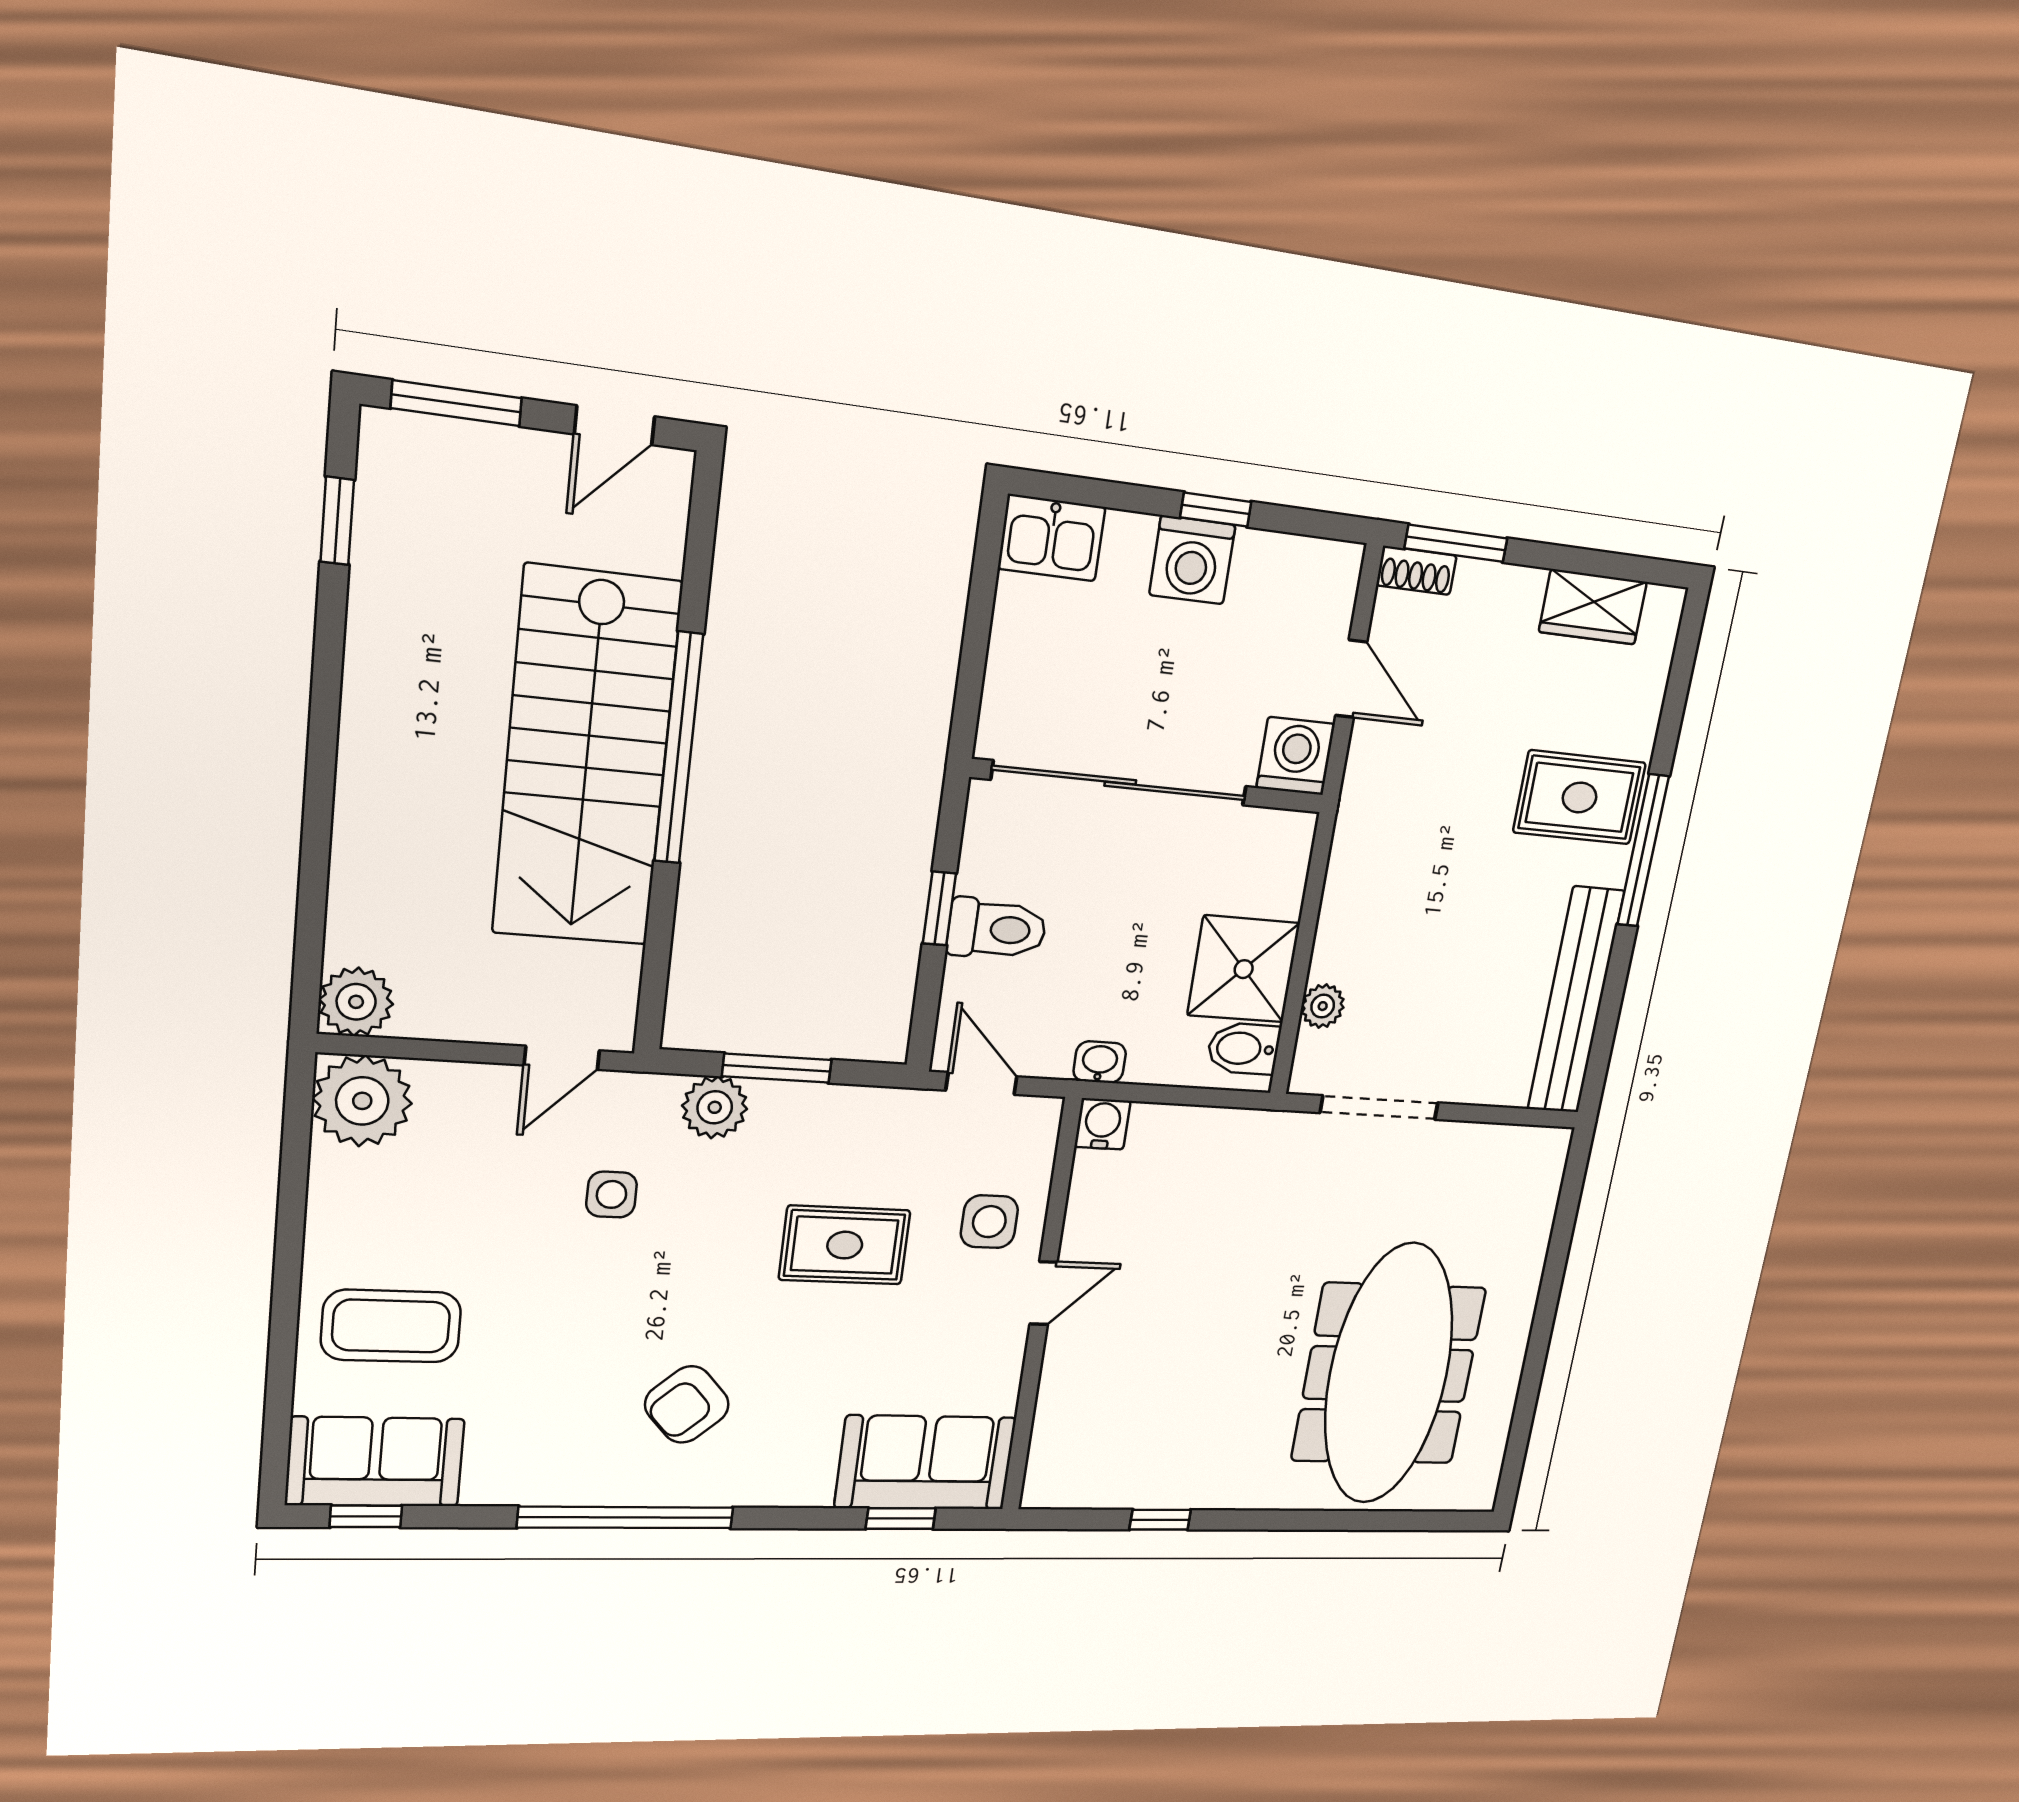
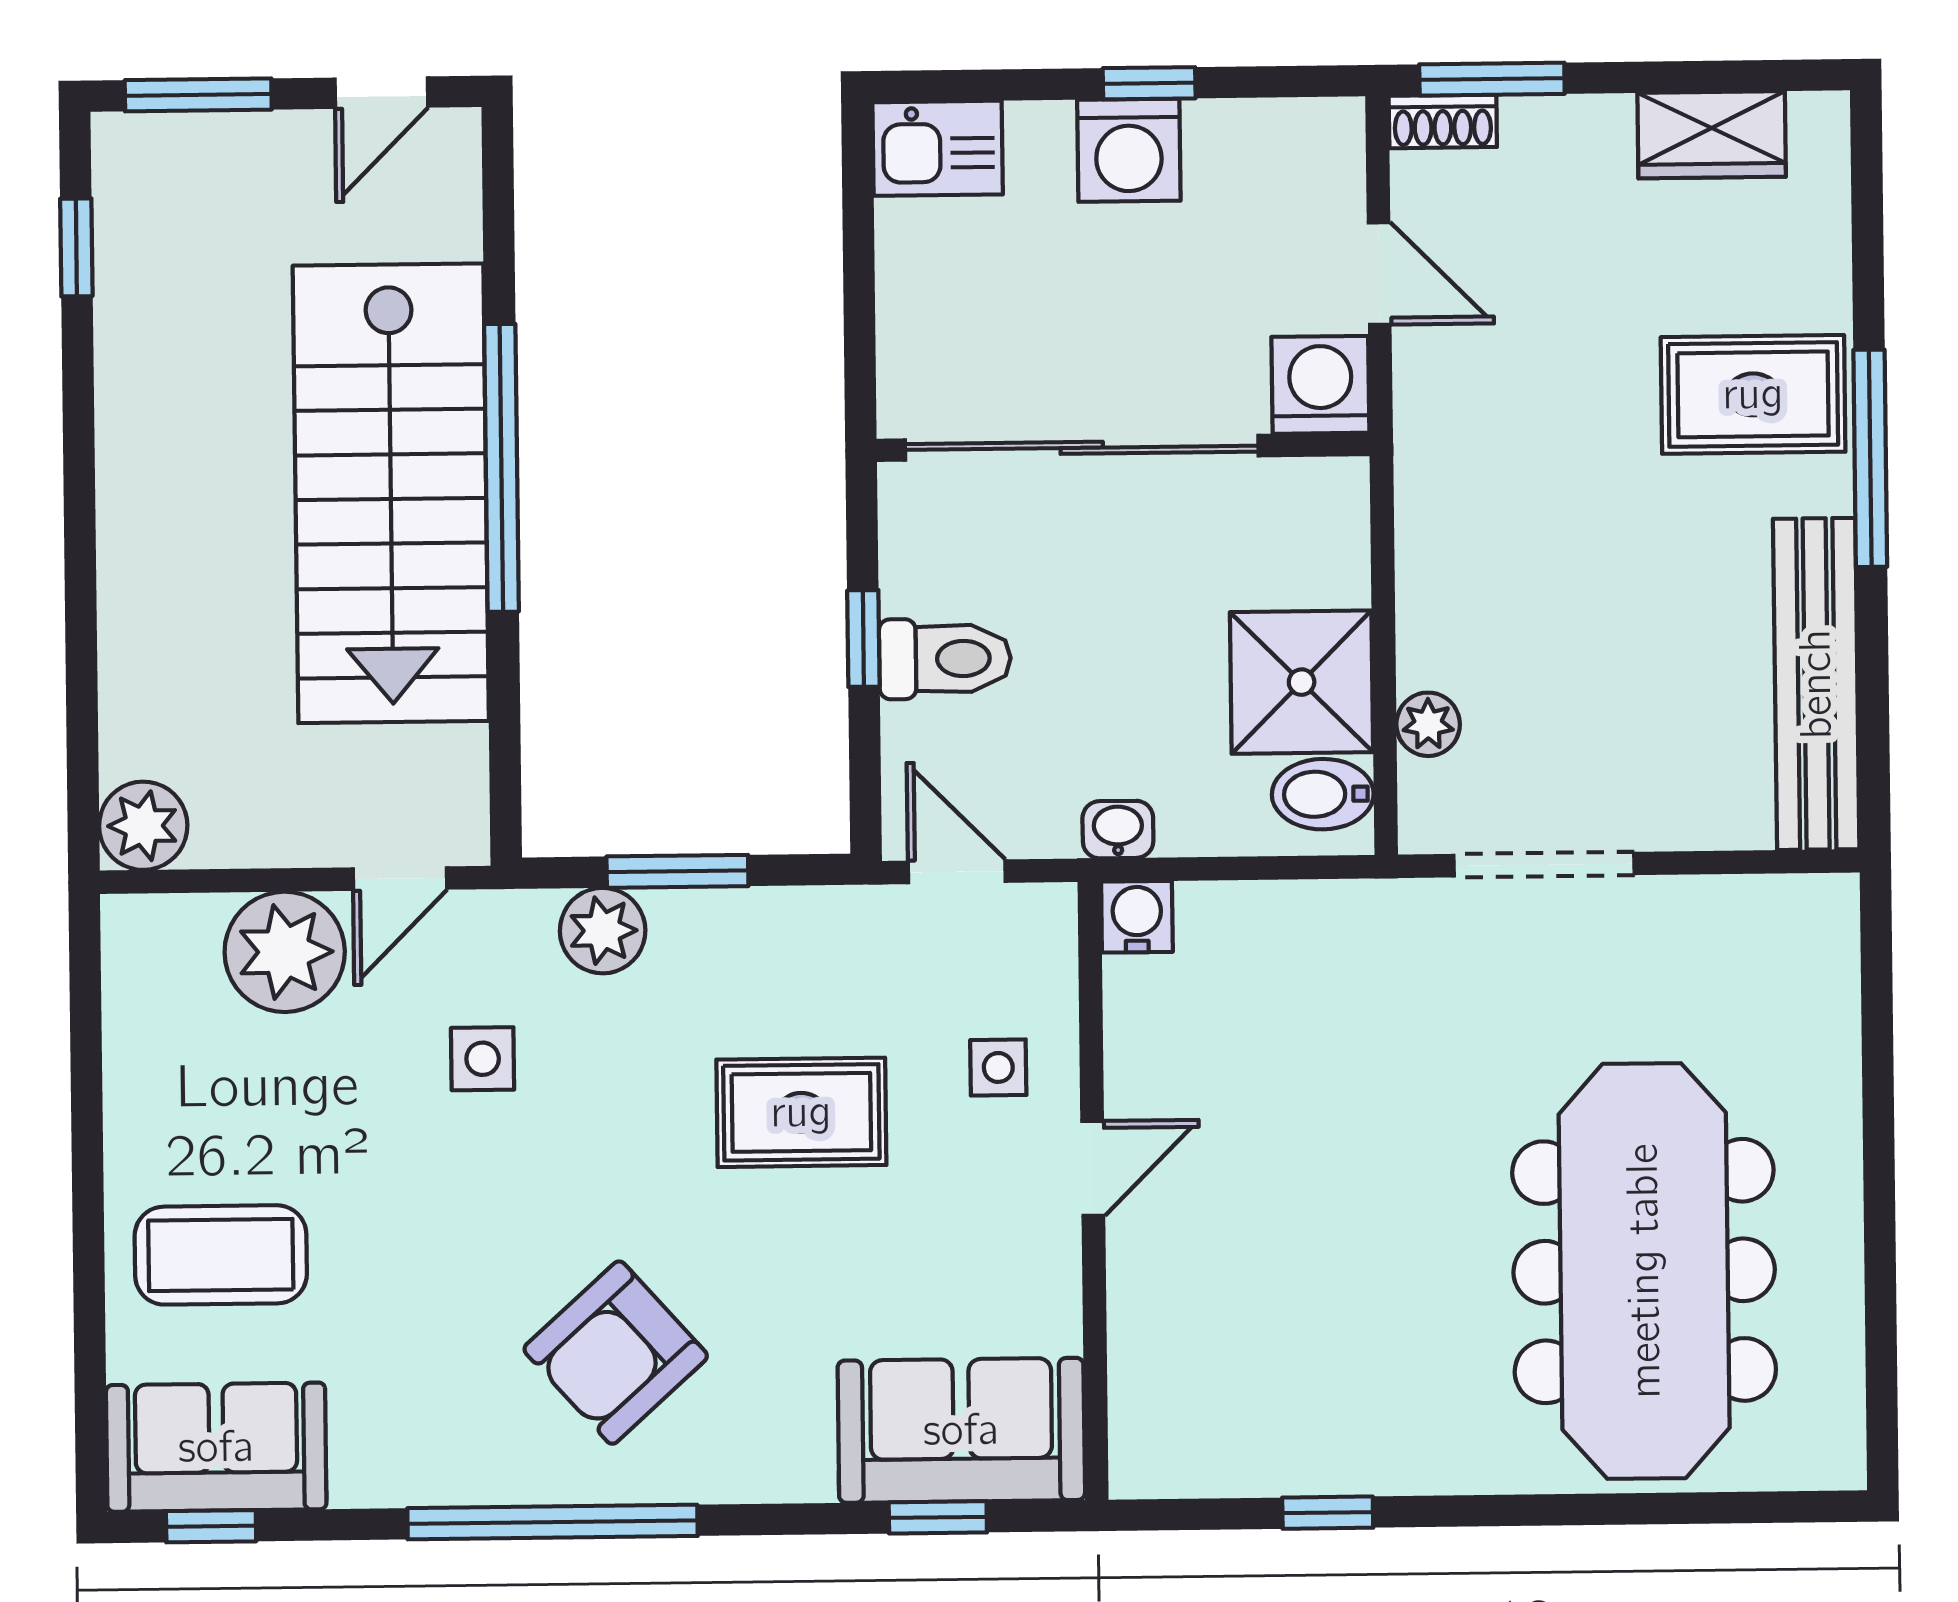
plant: (362, 1101) -> (285, 952), moved
side table: (989, 1222) -> (998, 1067), width x0.73, depth x0.73
armchair: (687, 1405) -> (616, 1353), width x1.38, depth x1.38

